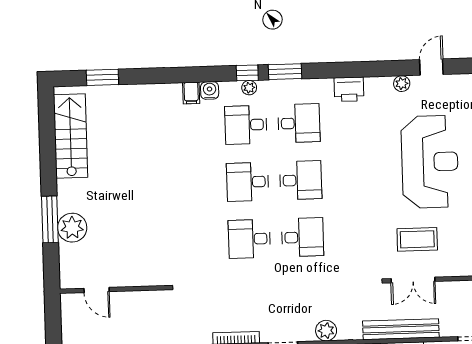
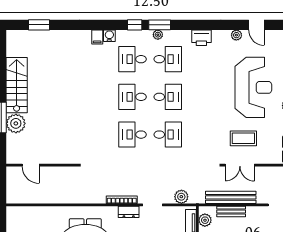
door: (431, 67) -> (256, 25), swing flipped
plant: (249, 88) -> (158, 35), moved
stairs: (71, 136) -> (17, 85), moved

